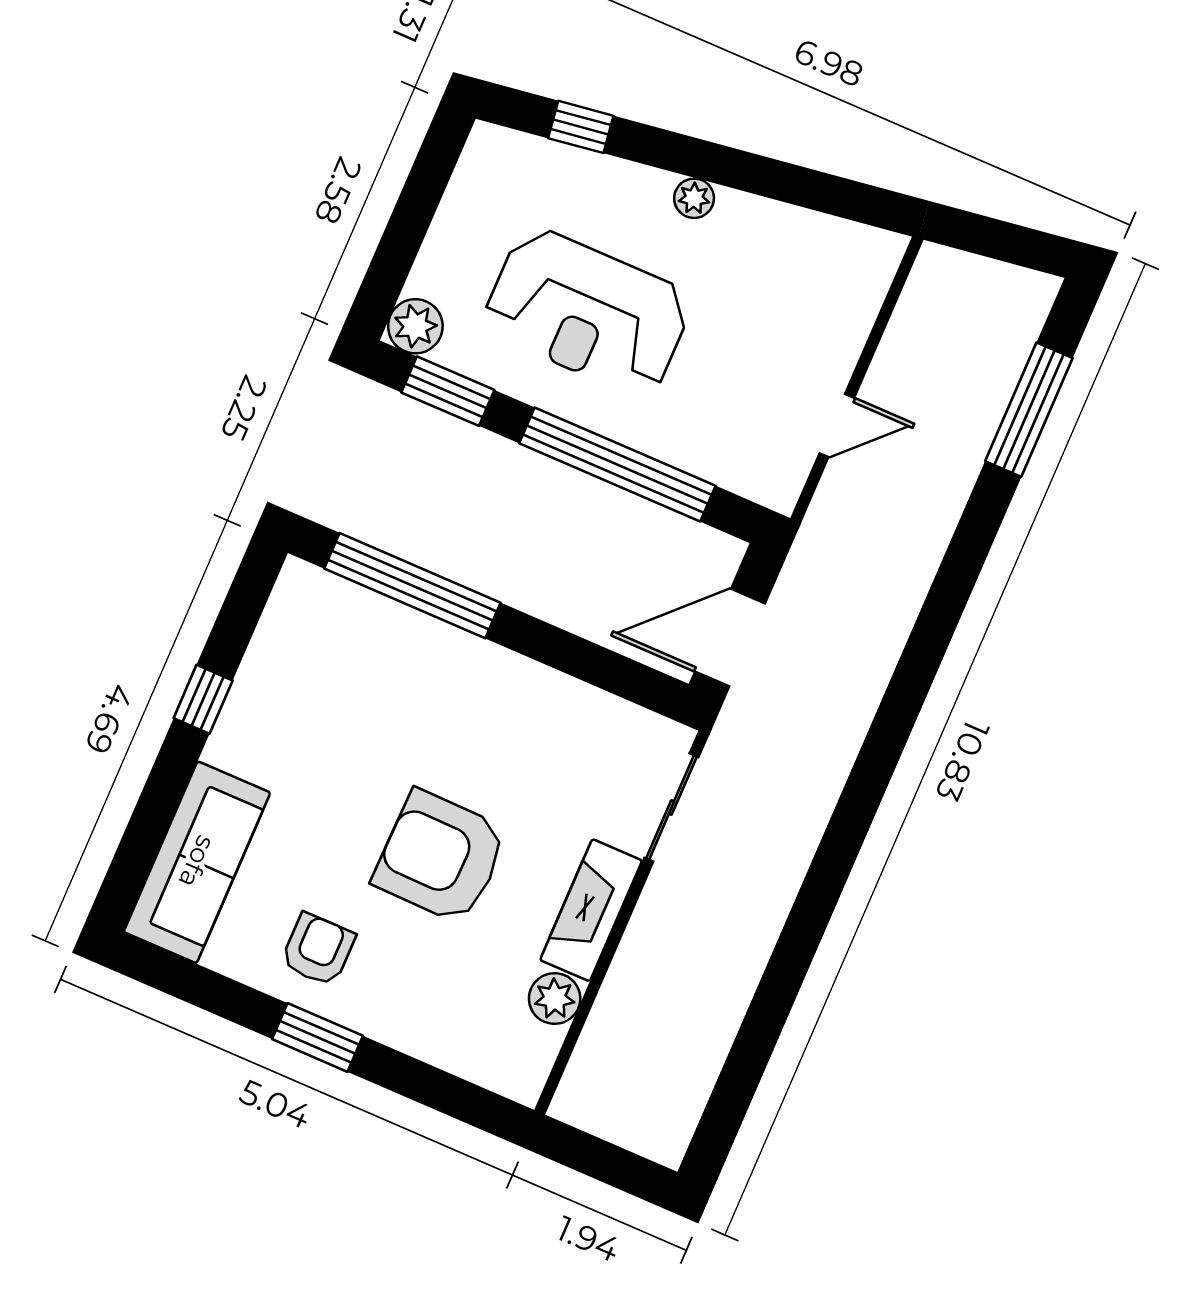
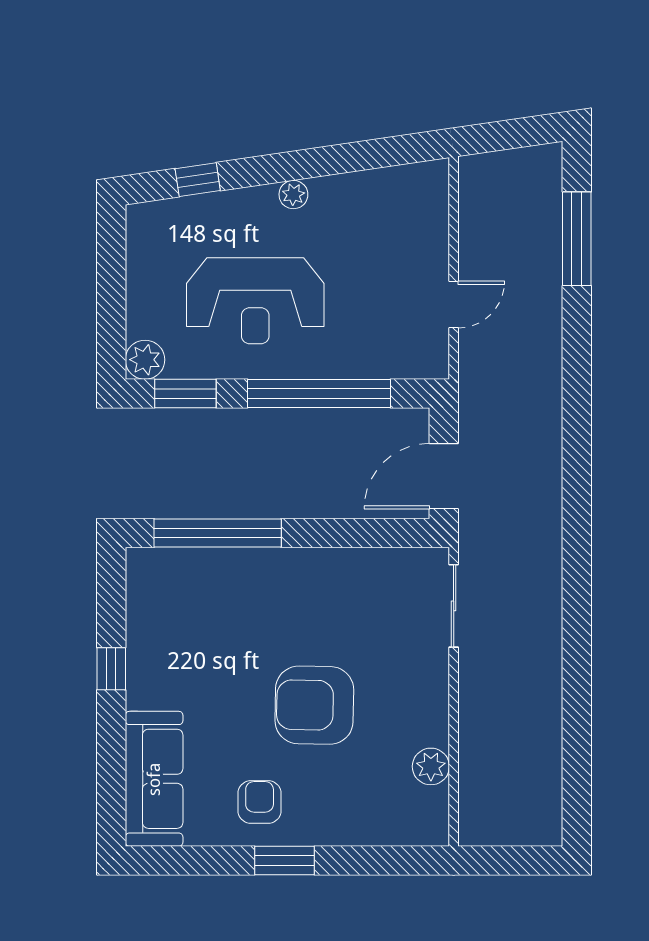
fireplace: (591, 910) -> (430, 697), removed

